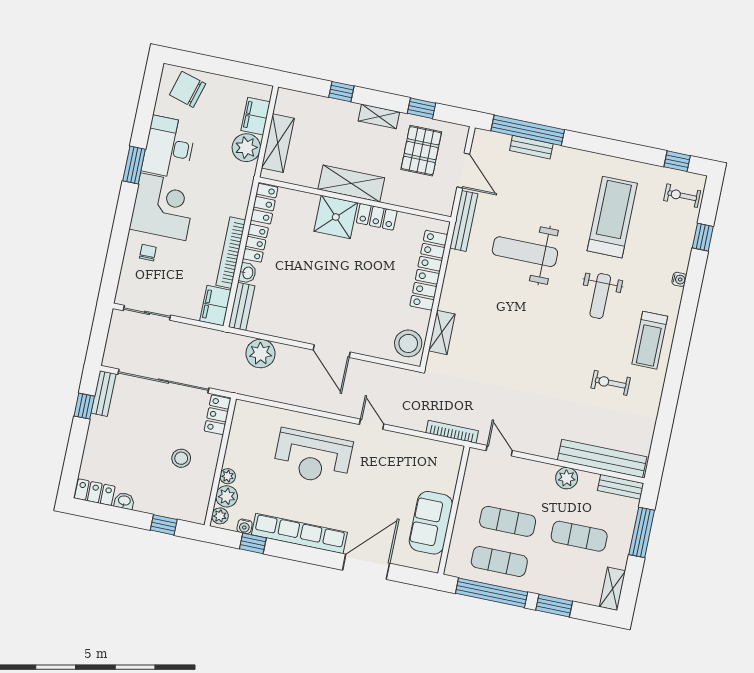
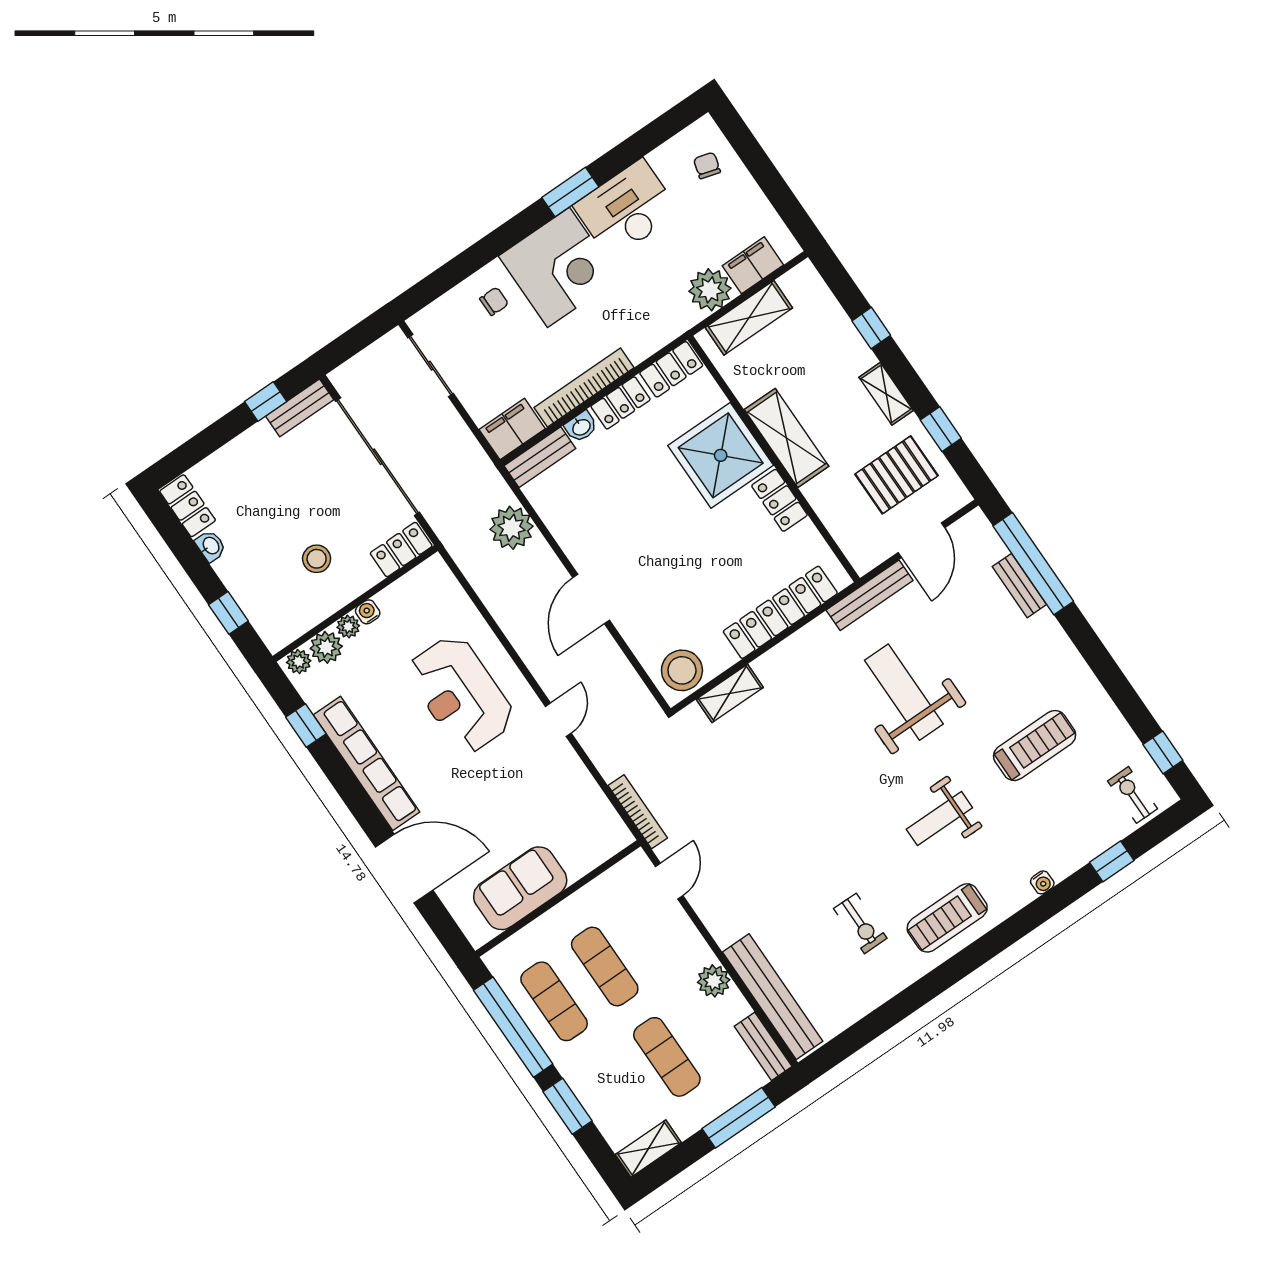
chair: (188, 89) -> (707, 166), width x0.54, depth x0.54
shower: (336, 217) -> (721, 455), width x1.37, depth x1.37
treadmill: (612, 217) -> (1035, 746), width x0.73, depth x0.73
exercise bike: (611, 383) -> (860, 923), turned 180
water cooler: (245, 526) -> (368, 612), moved, turned 90

